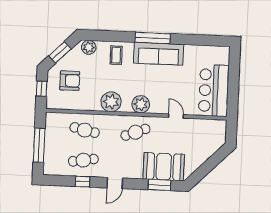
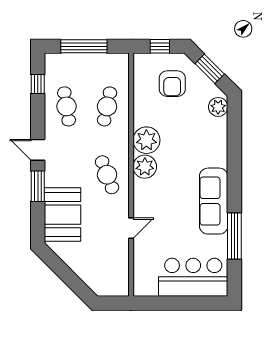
window: (153, 38) -> (234, 236), moved
coffee table: (116, 55) -> (209, 144), removed
bar counter: (214, 90) -> (193, 277), moved
plant: (141, 104) -> (145, 167), moved
window: (83, 182) -> (38, 84), moved
window: (160, 185) -> (38, 186), moved

